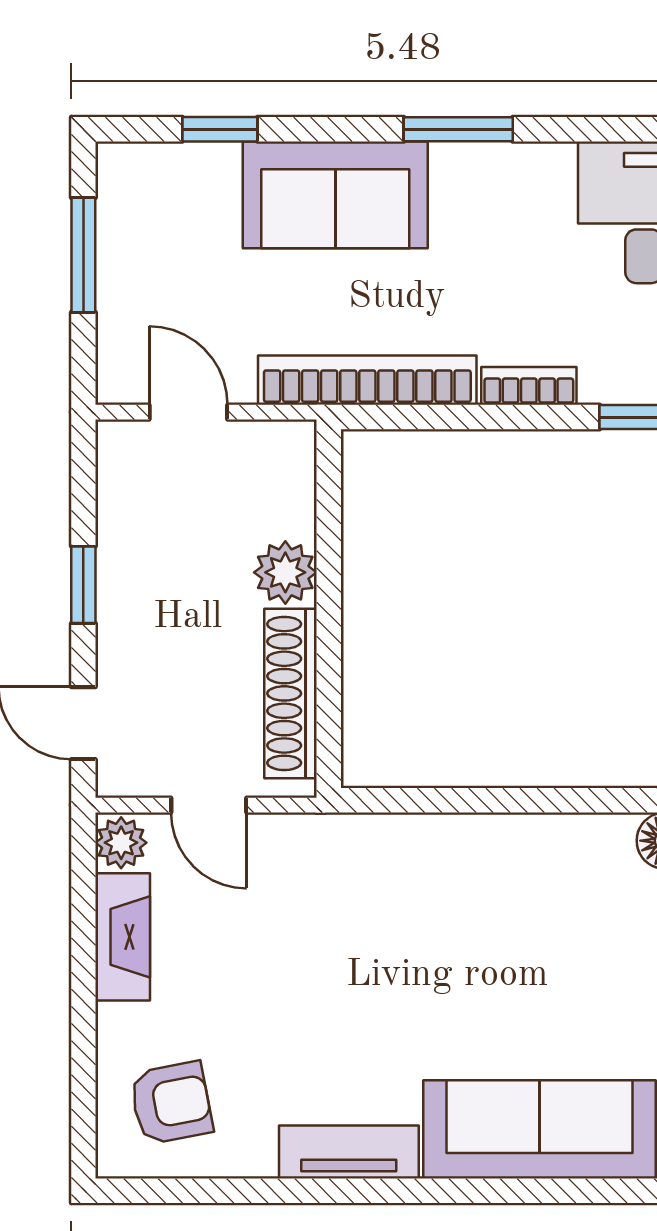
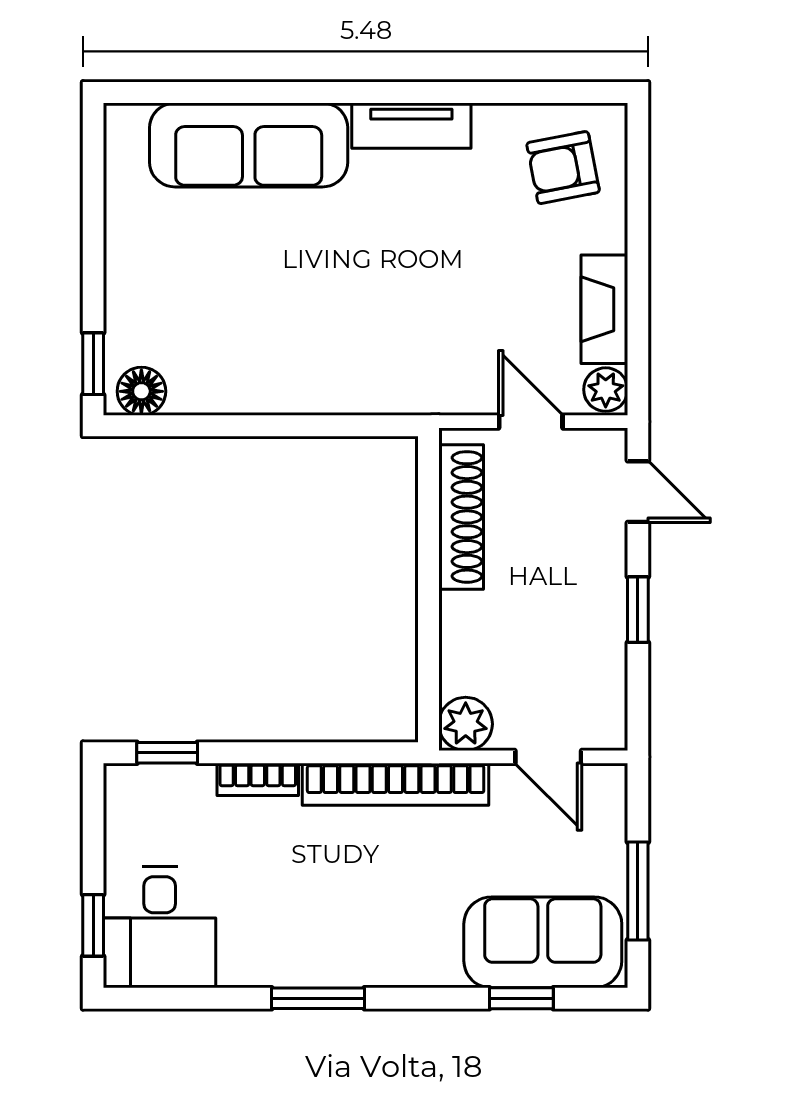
sofa: (335, 195) -> (543, 942), moved
plant: (285, 572) -> (466, 724), moved

